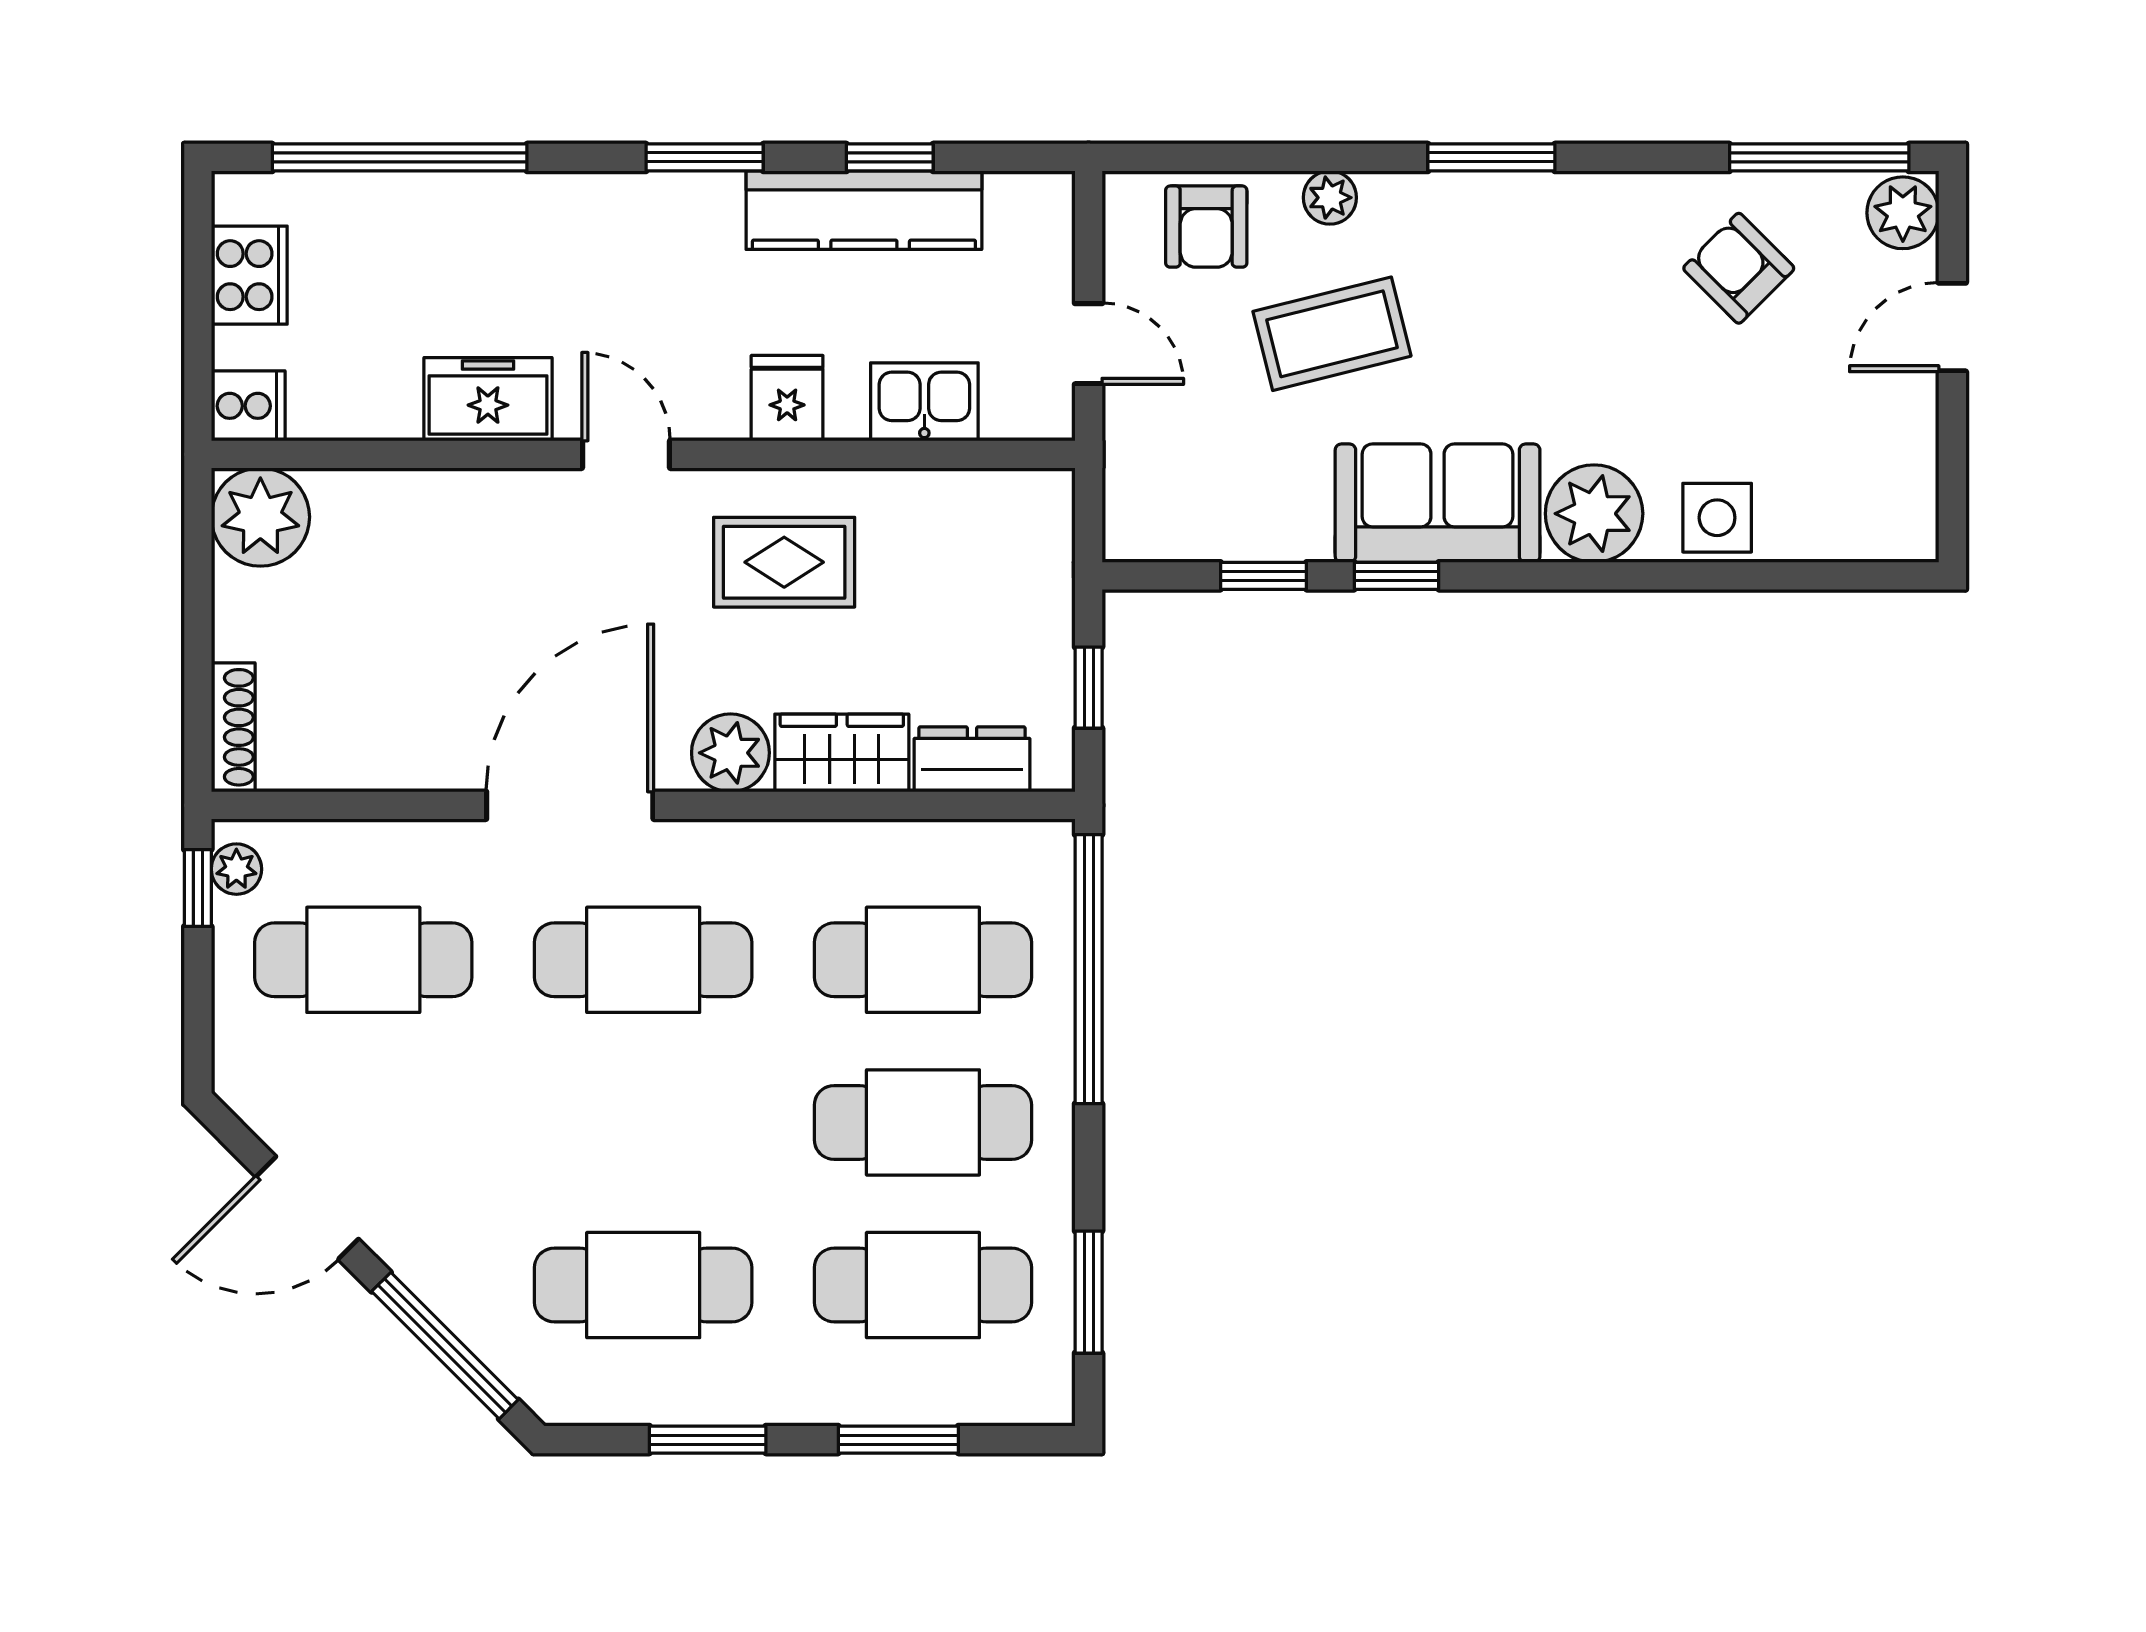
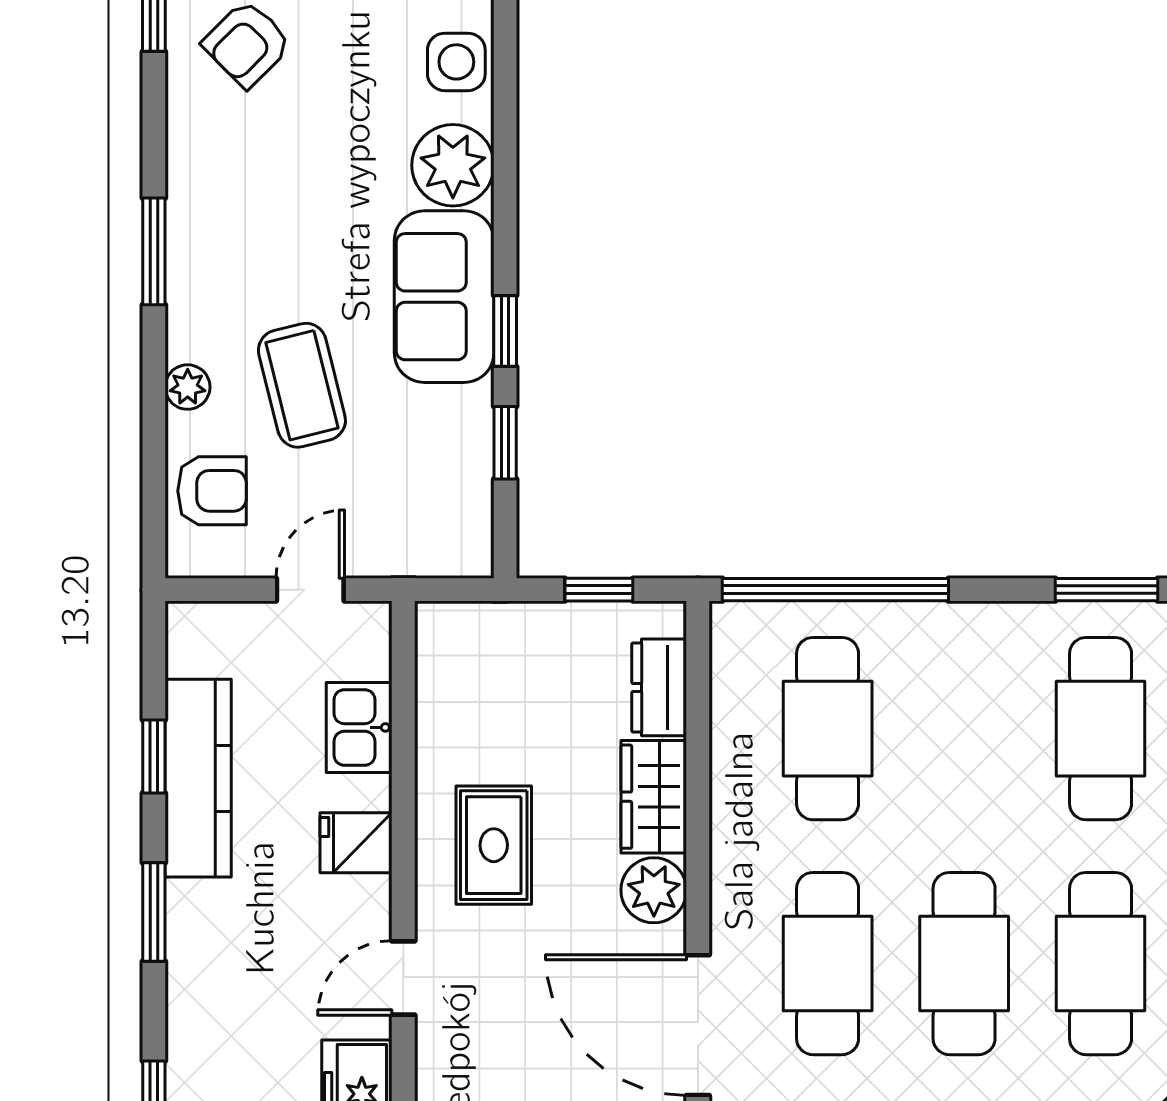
cafe table: (923, 1122) -> (964, 964), moved

